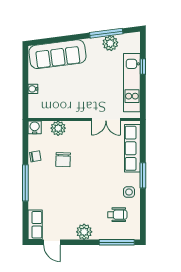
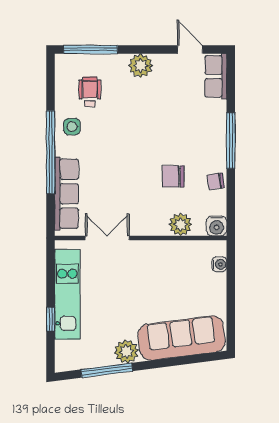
plant: (110, 43) -> (126, 352), moved
water cooler: (33, 89) -> (219, 264), moved
chair: (63, 160) -> (173, 176), turned -92
window: (143, 175) -> (51, 152), width x2.11
wheelchair: (117, 215) -> (90, 92), turned 90

